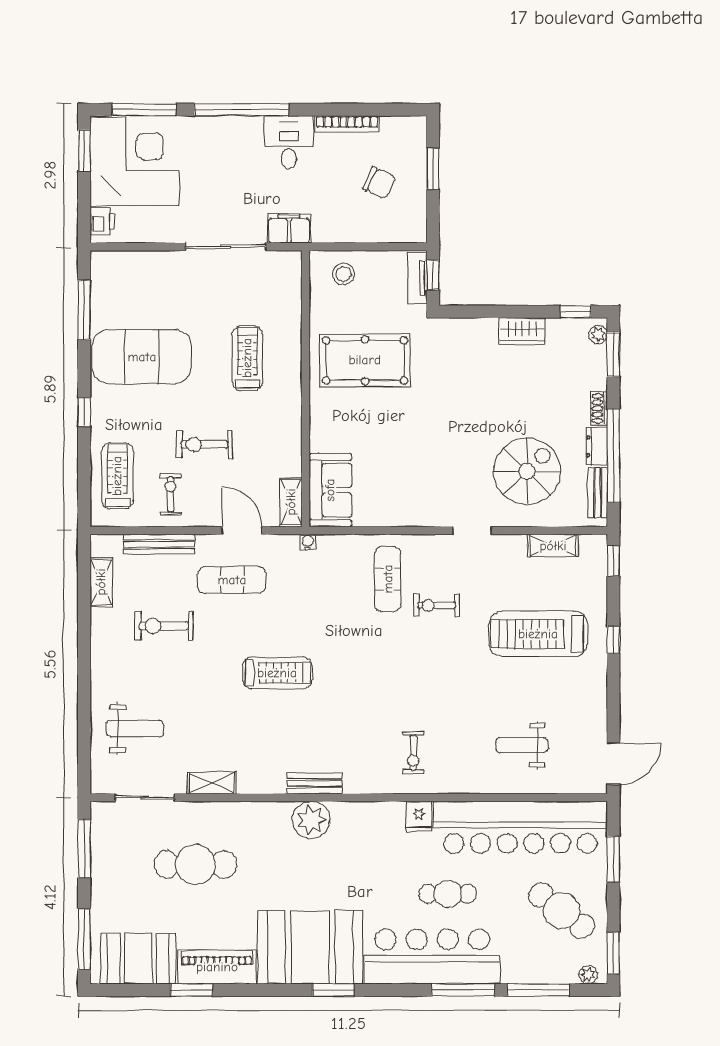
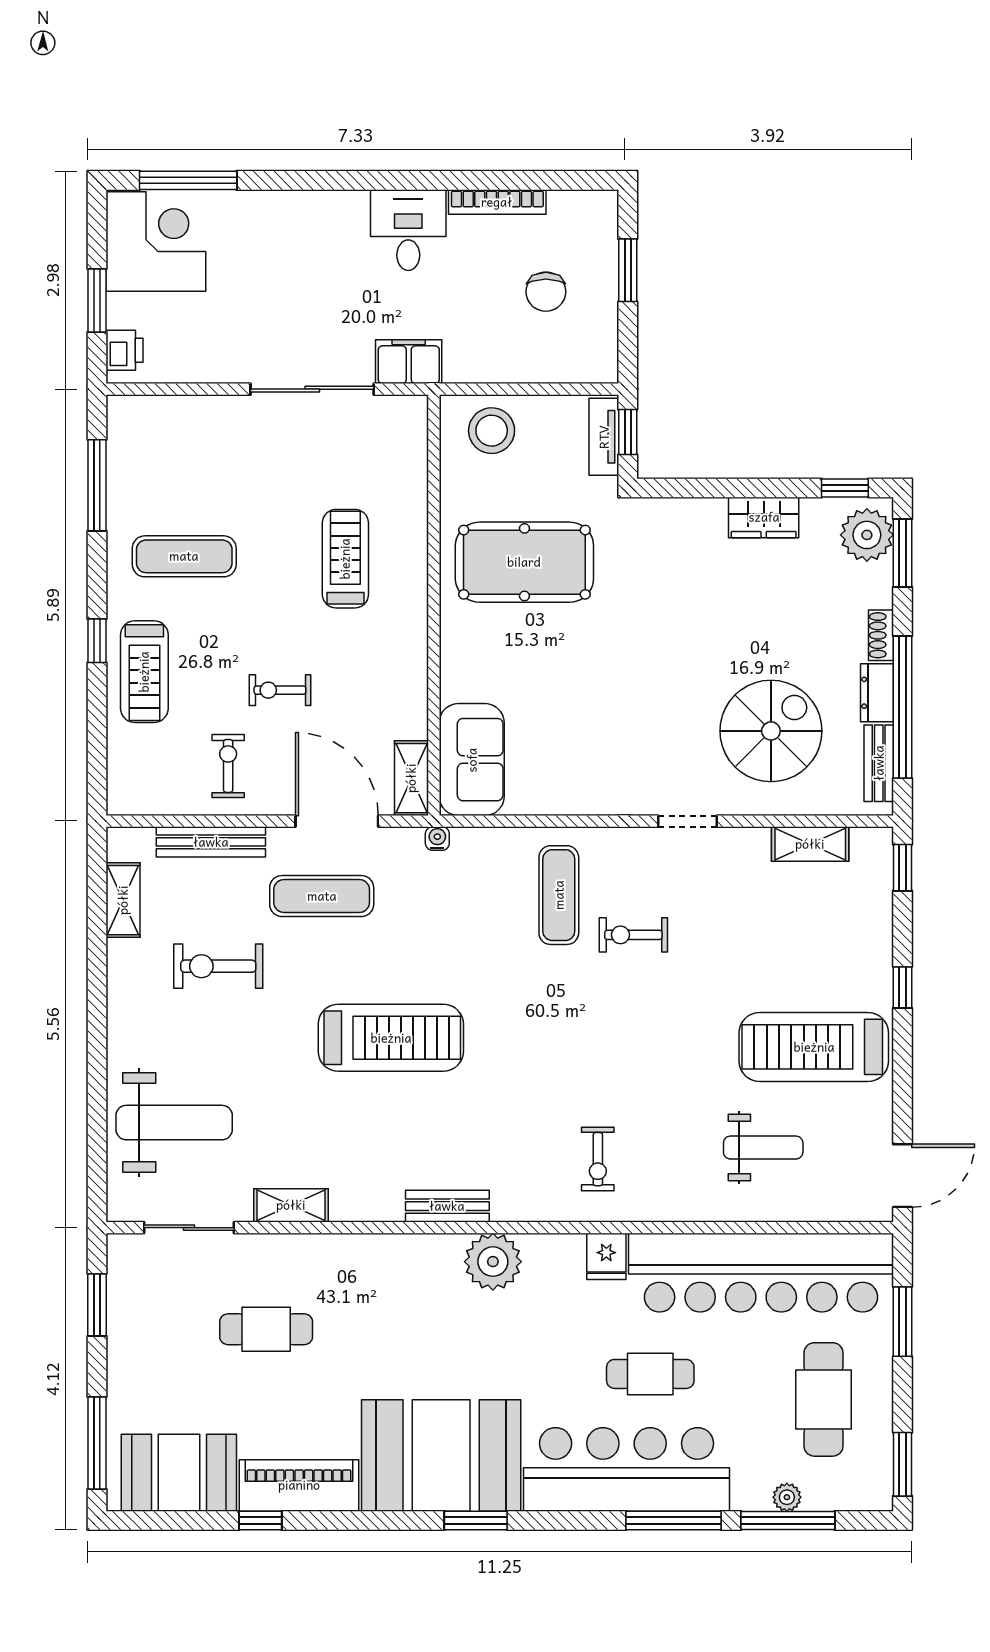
window: (241, 110) -> (336, 180), removed
window: (84, 150) -> (97, 301), moved
corner desk: (135, 162) -> (156, 241), width x0.74, depth x0.74
chair: (379, 183) -> (546, 292), turned 66
stool: (343, 274) -> (492, 431), width x1.38, depth x1.38
plant: (598, 334) -> (867, 535), width x1.87, depth x1.87
exercise mat: (142, 357) -> (184, 556), width x0.50, depth x0.69
exercise bike: (204, 445) -> (280, 690), width x0.73, depth x0.72
treadmill: (117, 476) -> (144, 672), moved, turned 180
door: (242, 531) -> (337, 821), width x1.36
treadmill: (538, 634) -> (814, 1047), moved
treadmill: (277, 673) -> (391, 1038), width x1.37, depth x1.38
weight bench: (135, 729) -> (174, 1123), width x1.36, depth x1.33
weight bench: (522, 745) -> (763, 1148), turned 180
plant: (311, 820) -> (493, 1262), moved
window: (84, 848) -> (97, 1305), width x0.69
cafe table: (195, 864) -> (266, 1329), width x0.73, depth x0.74
cafe table: (562, 911) -> (824, 1399), turned 53
plant: (588, 975) -> (787, 1497), moved
window: (192, 990) -> (260, 1520), width x0.67

